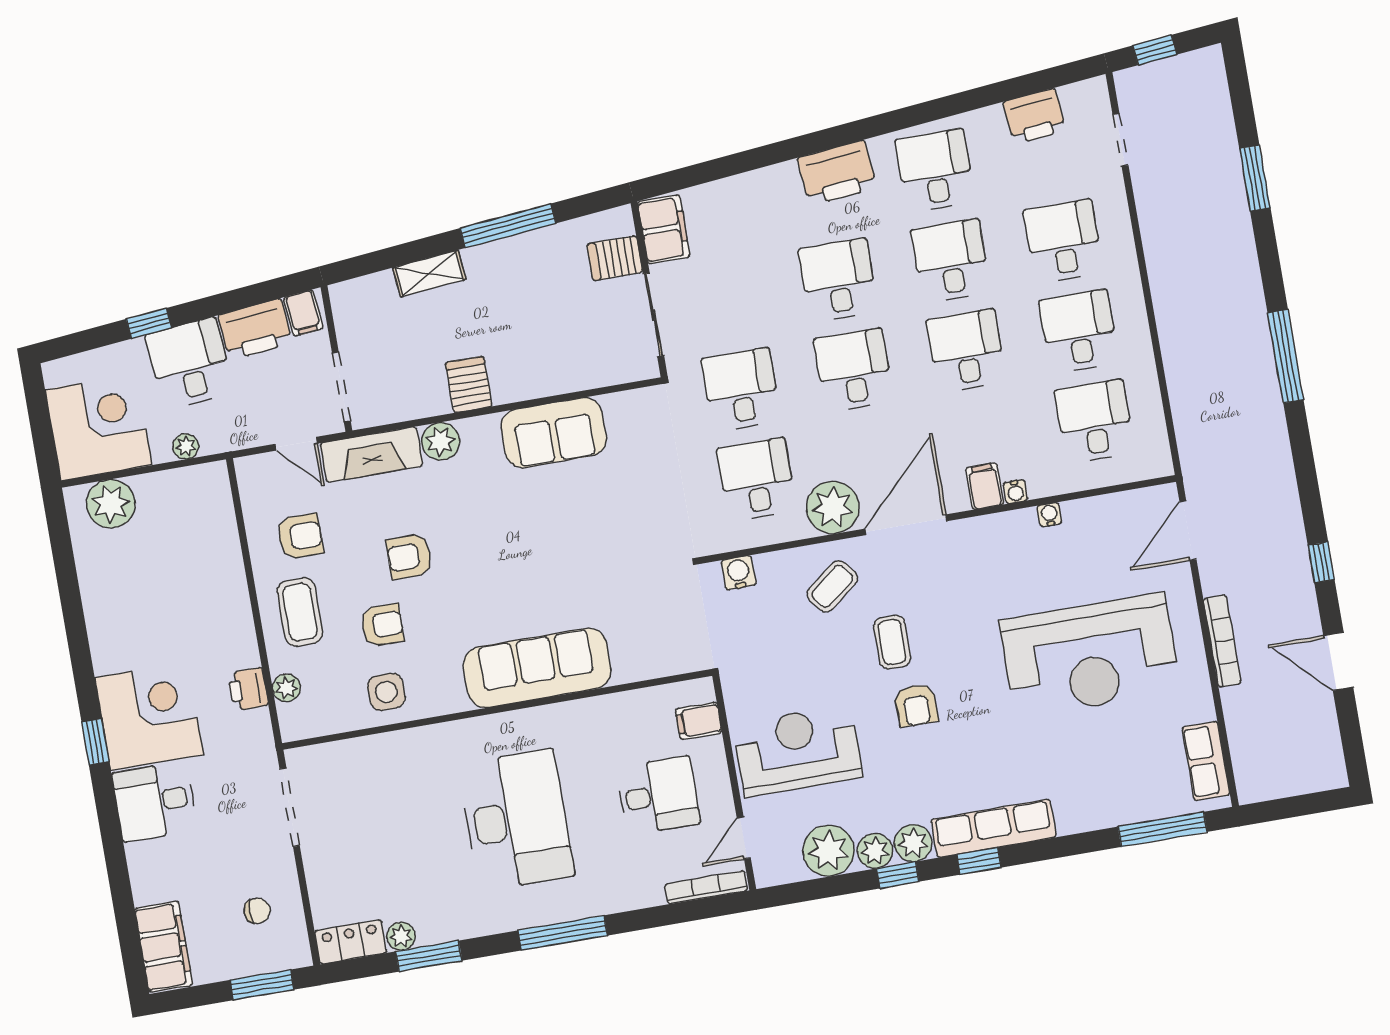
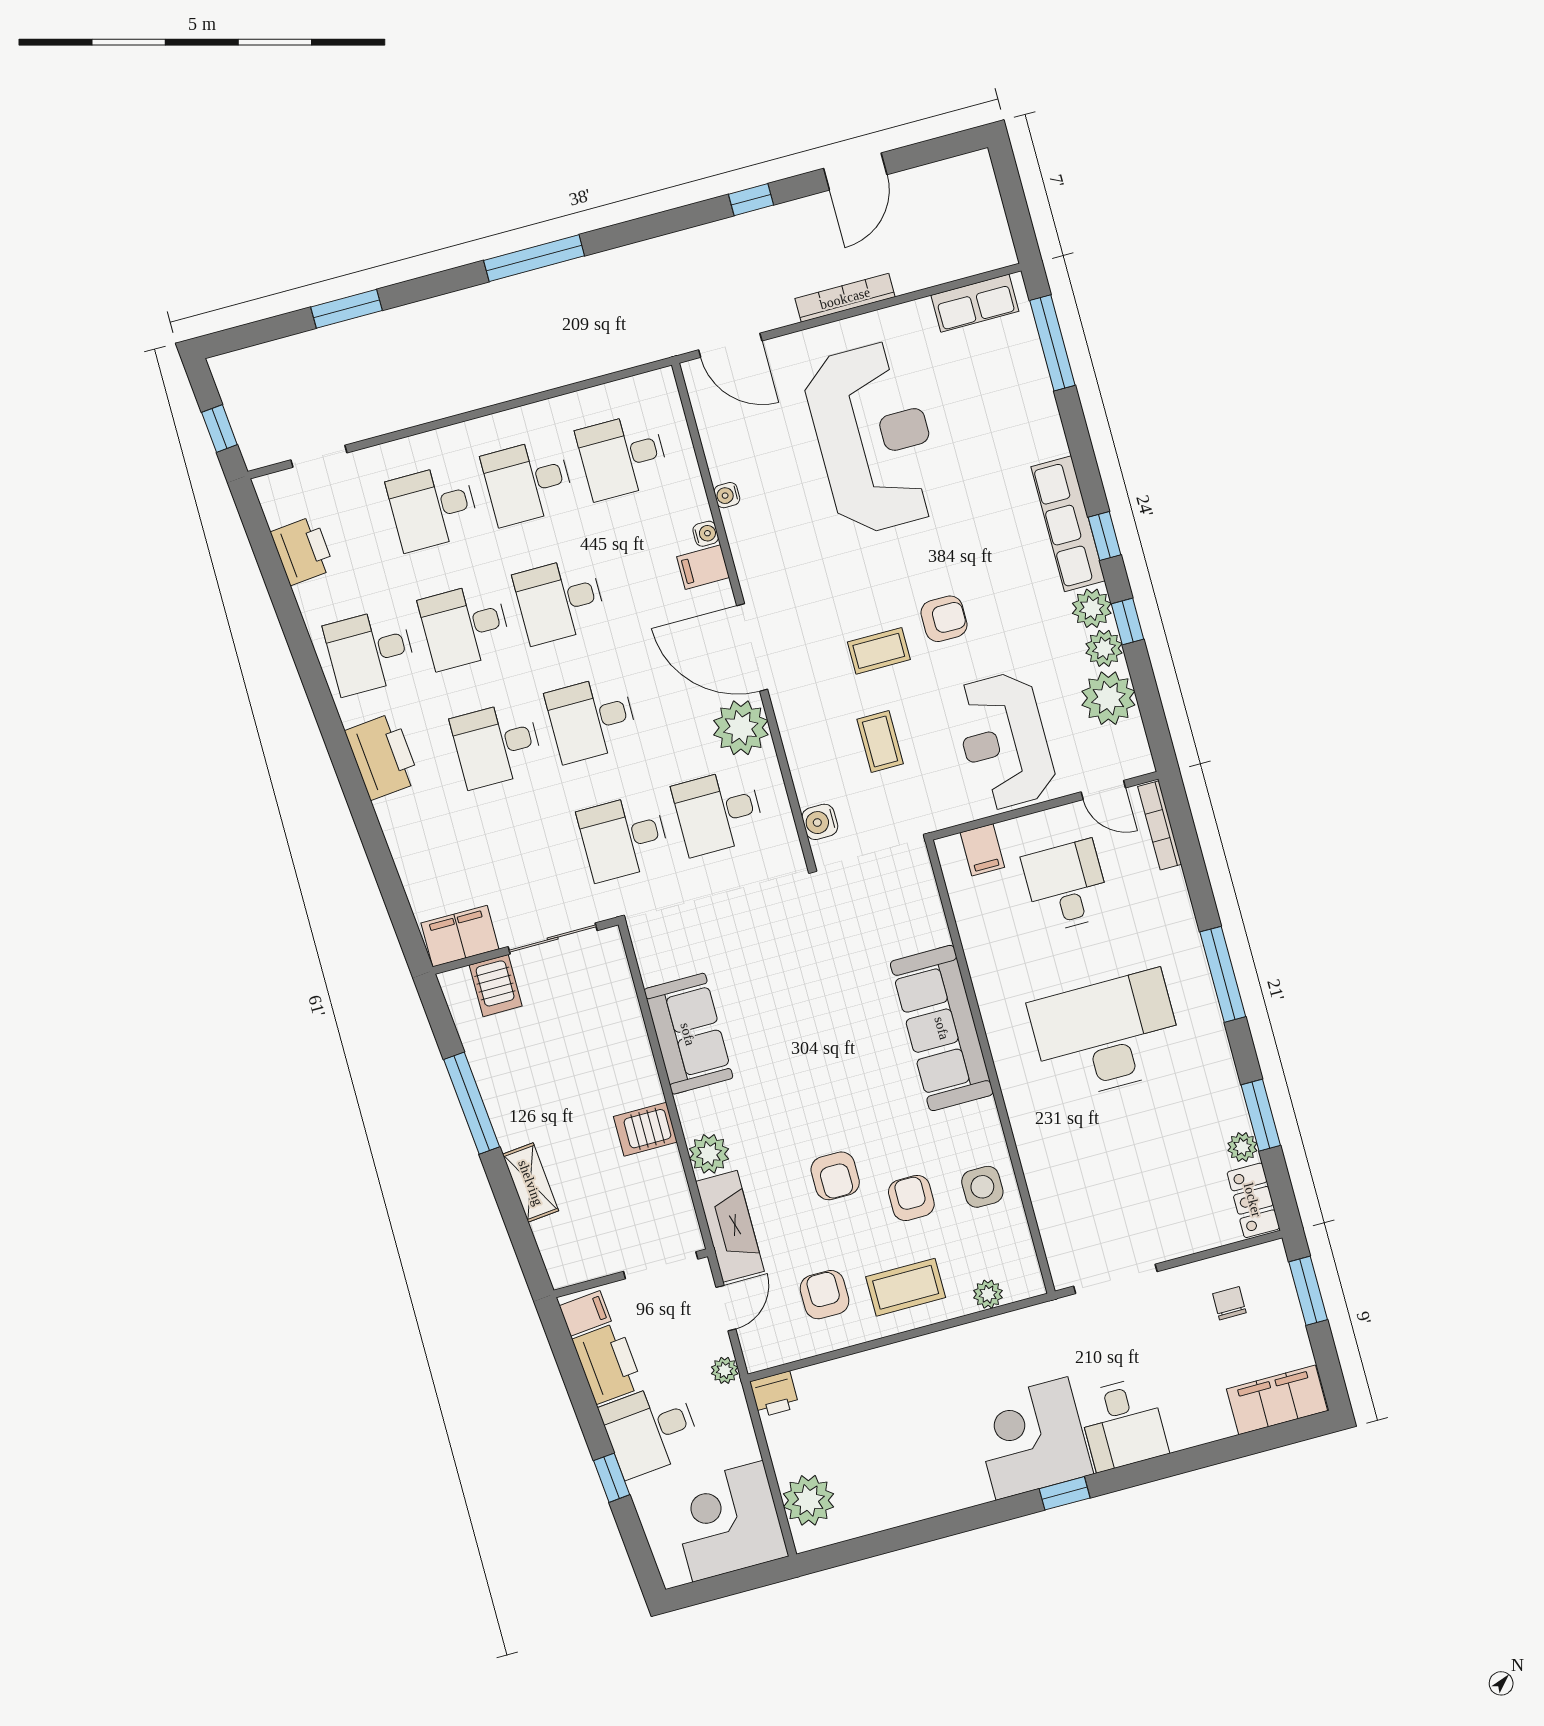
plant: (186, 446) -> (725, 1370), moved
coffee table: (832, 586) -> (880, 741), moved, turned 38
printer: (248, 689) -> (774, 1394), moved

